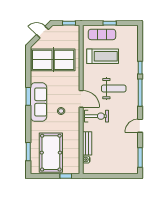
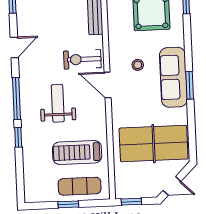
weight bench: (114, 89) -> (58, 103), turned 90

